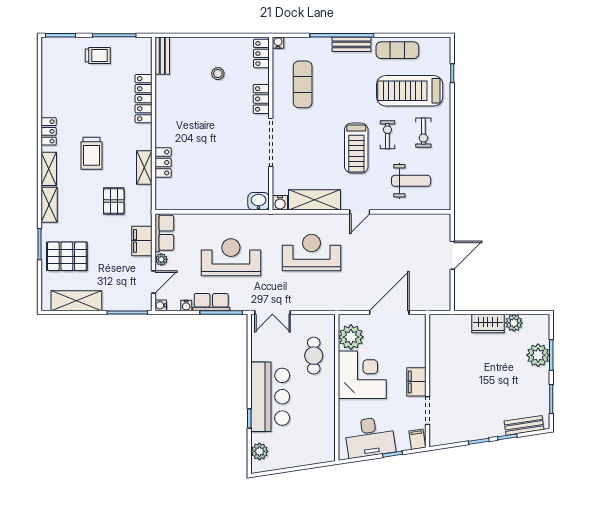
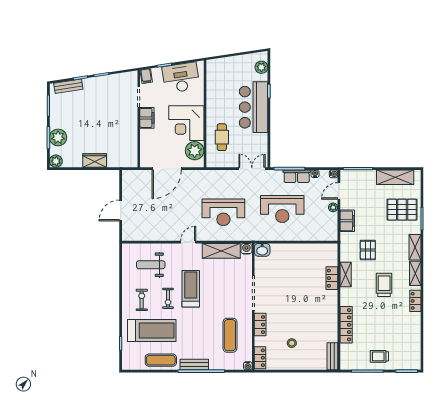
row of seats: (164, 233) -> (331, 227), removed
plant: (514, 323) -> (56, 161), moved

